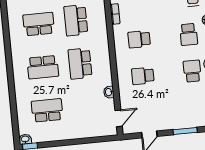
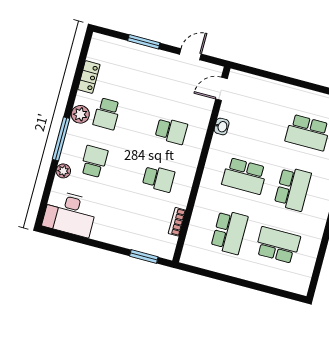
school desk: (39, 24) -> (278, 245), turned 180
school desk: (80, 64) -> (244, 176), turned 90
school desk: (43, 67) -> (293, 189), turned 90

